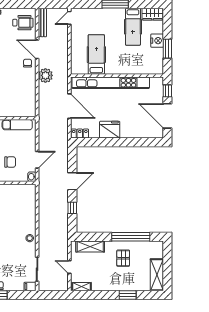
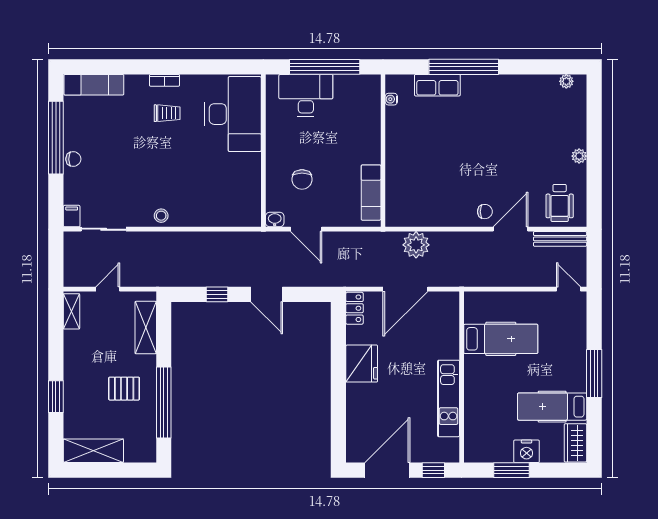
plant: (45, 75) -> (416, 245), moved
kitchen unit: (111, 83) -> (449, 398), width x0.54

